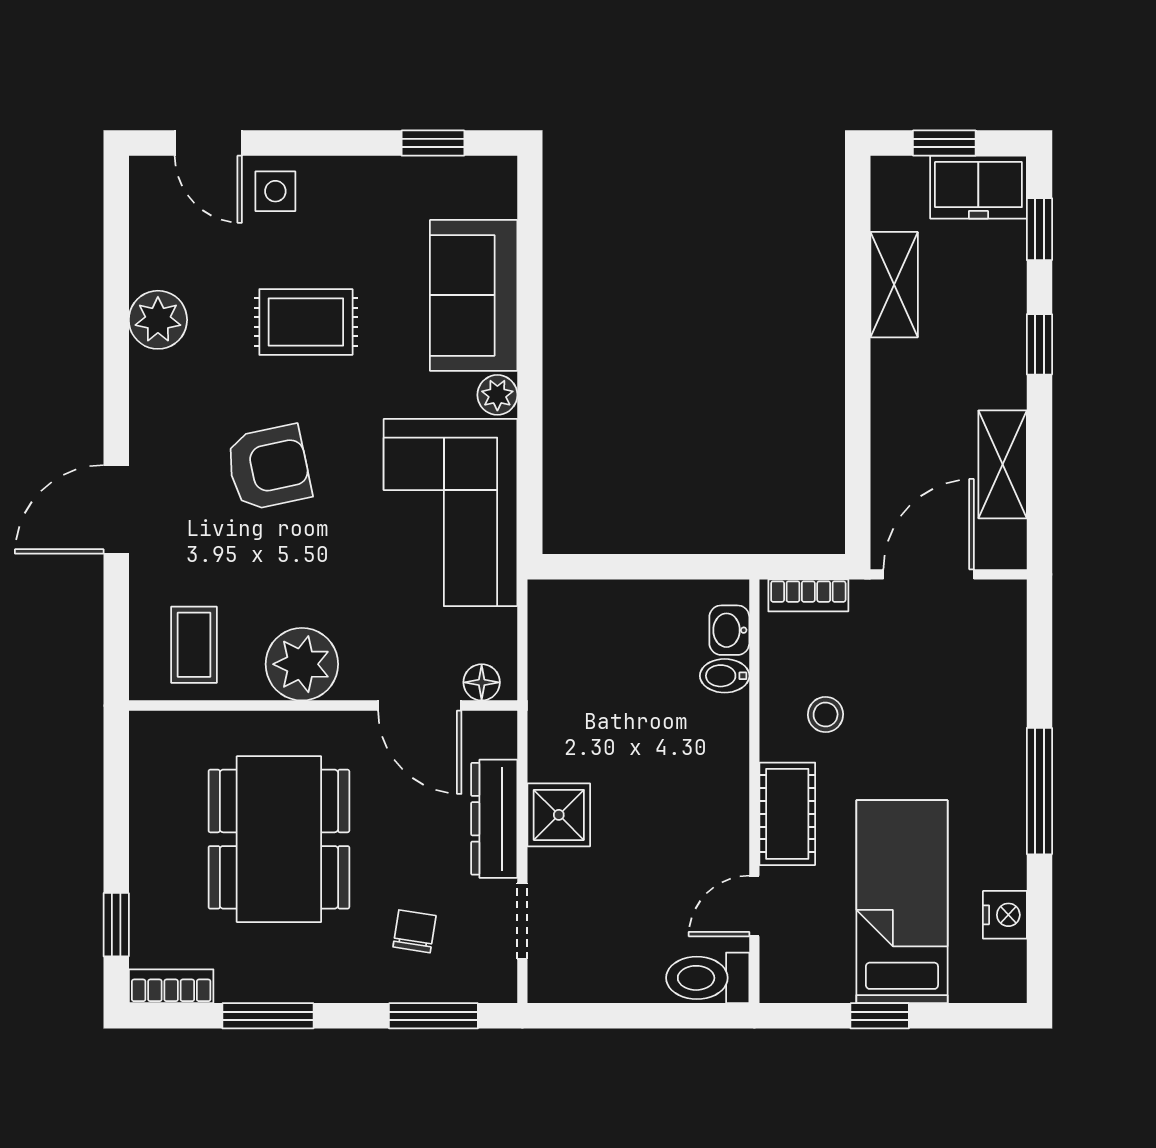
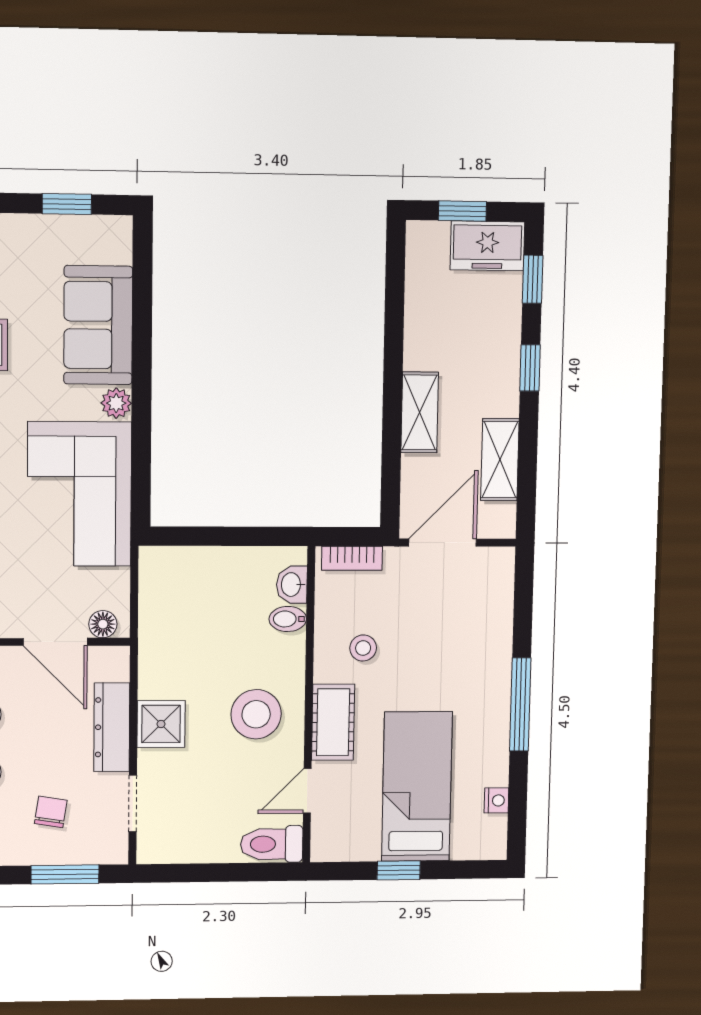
shelving: (894, 285) -> (420, 412), moved
stool: (684, 803) -> (256, 714), added
nightstand: (1005, 915) -> (496, 800), width x0.72, depth x0.74

